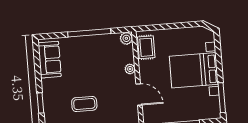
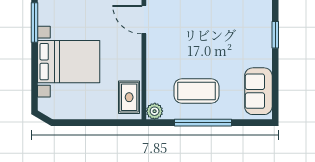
plant: (130, 69) -> (153, 70), removed
door: (139, 94) -> (144, 20), moved
coffee table: (84, 104) -> (197, 91), moved, width x1.36, depth x1.32

